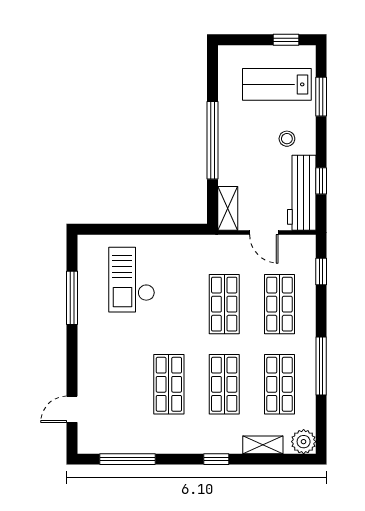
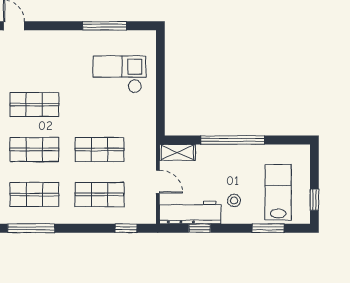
door: (264, 232) -> (158, 182), swing flipped
window: (321, 366) -> (31, 228), moved

